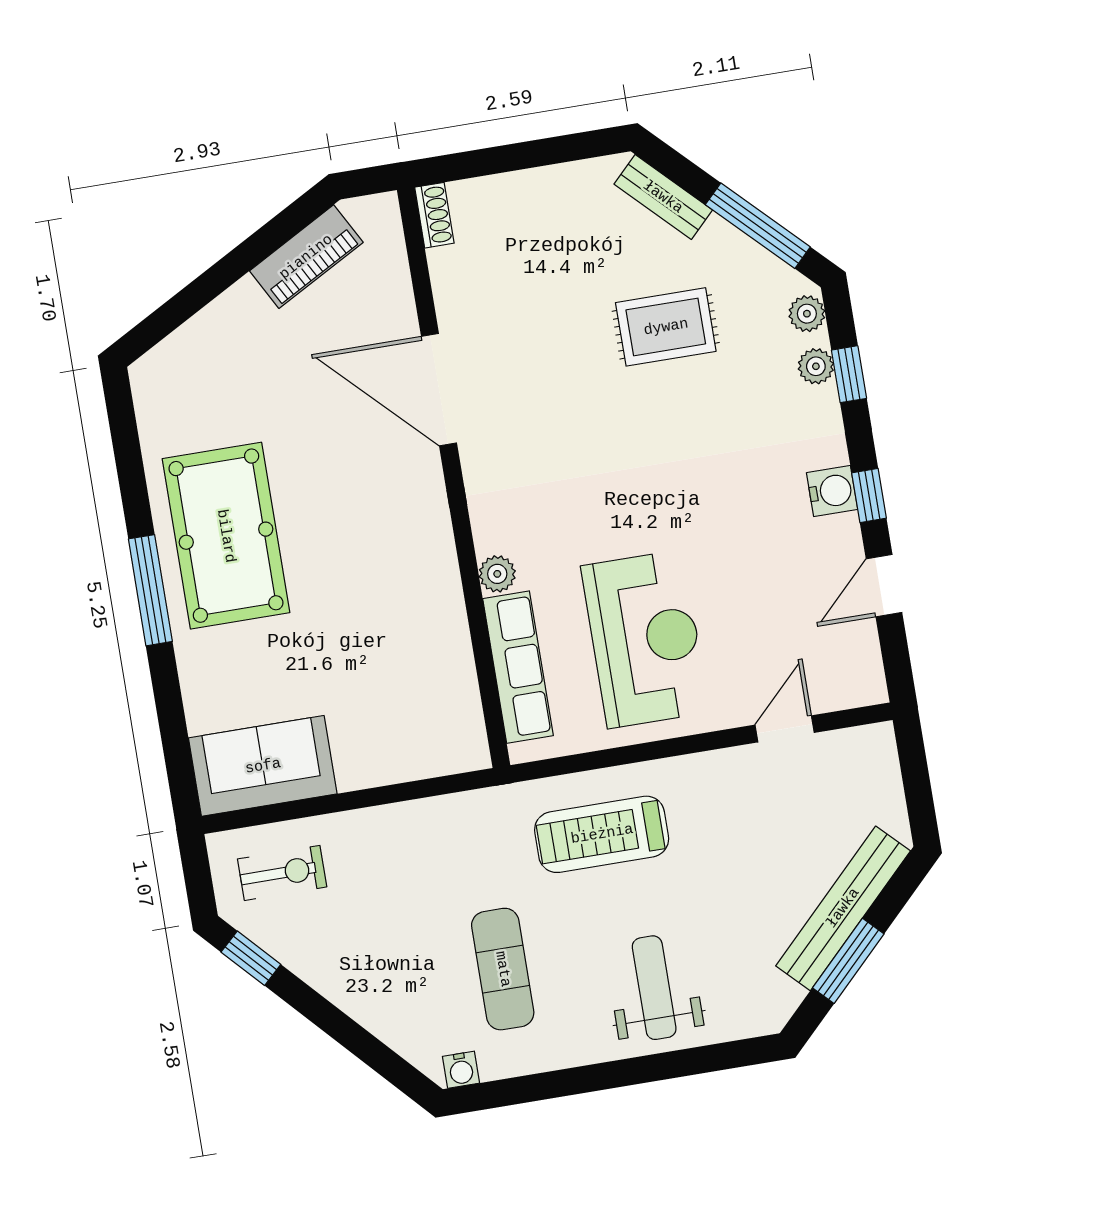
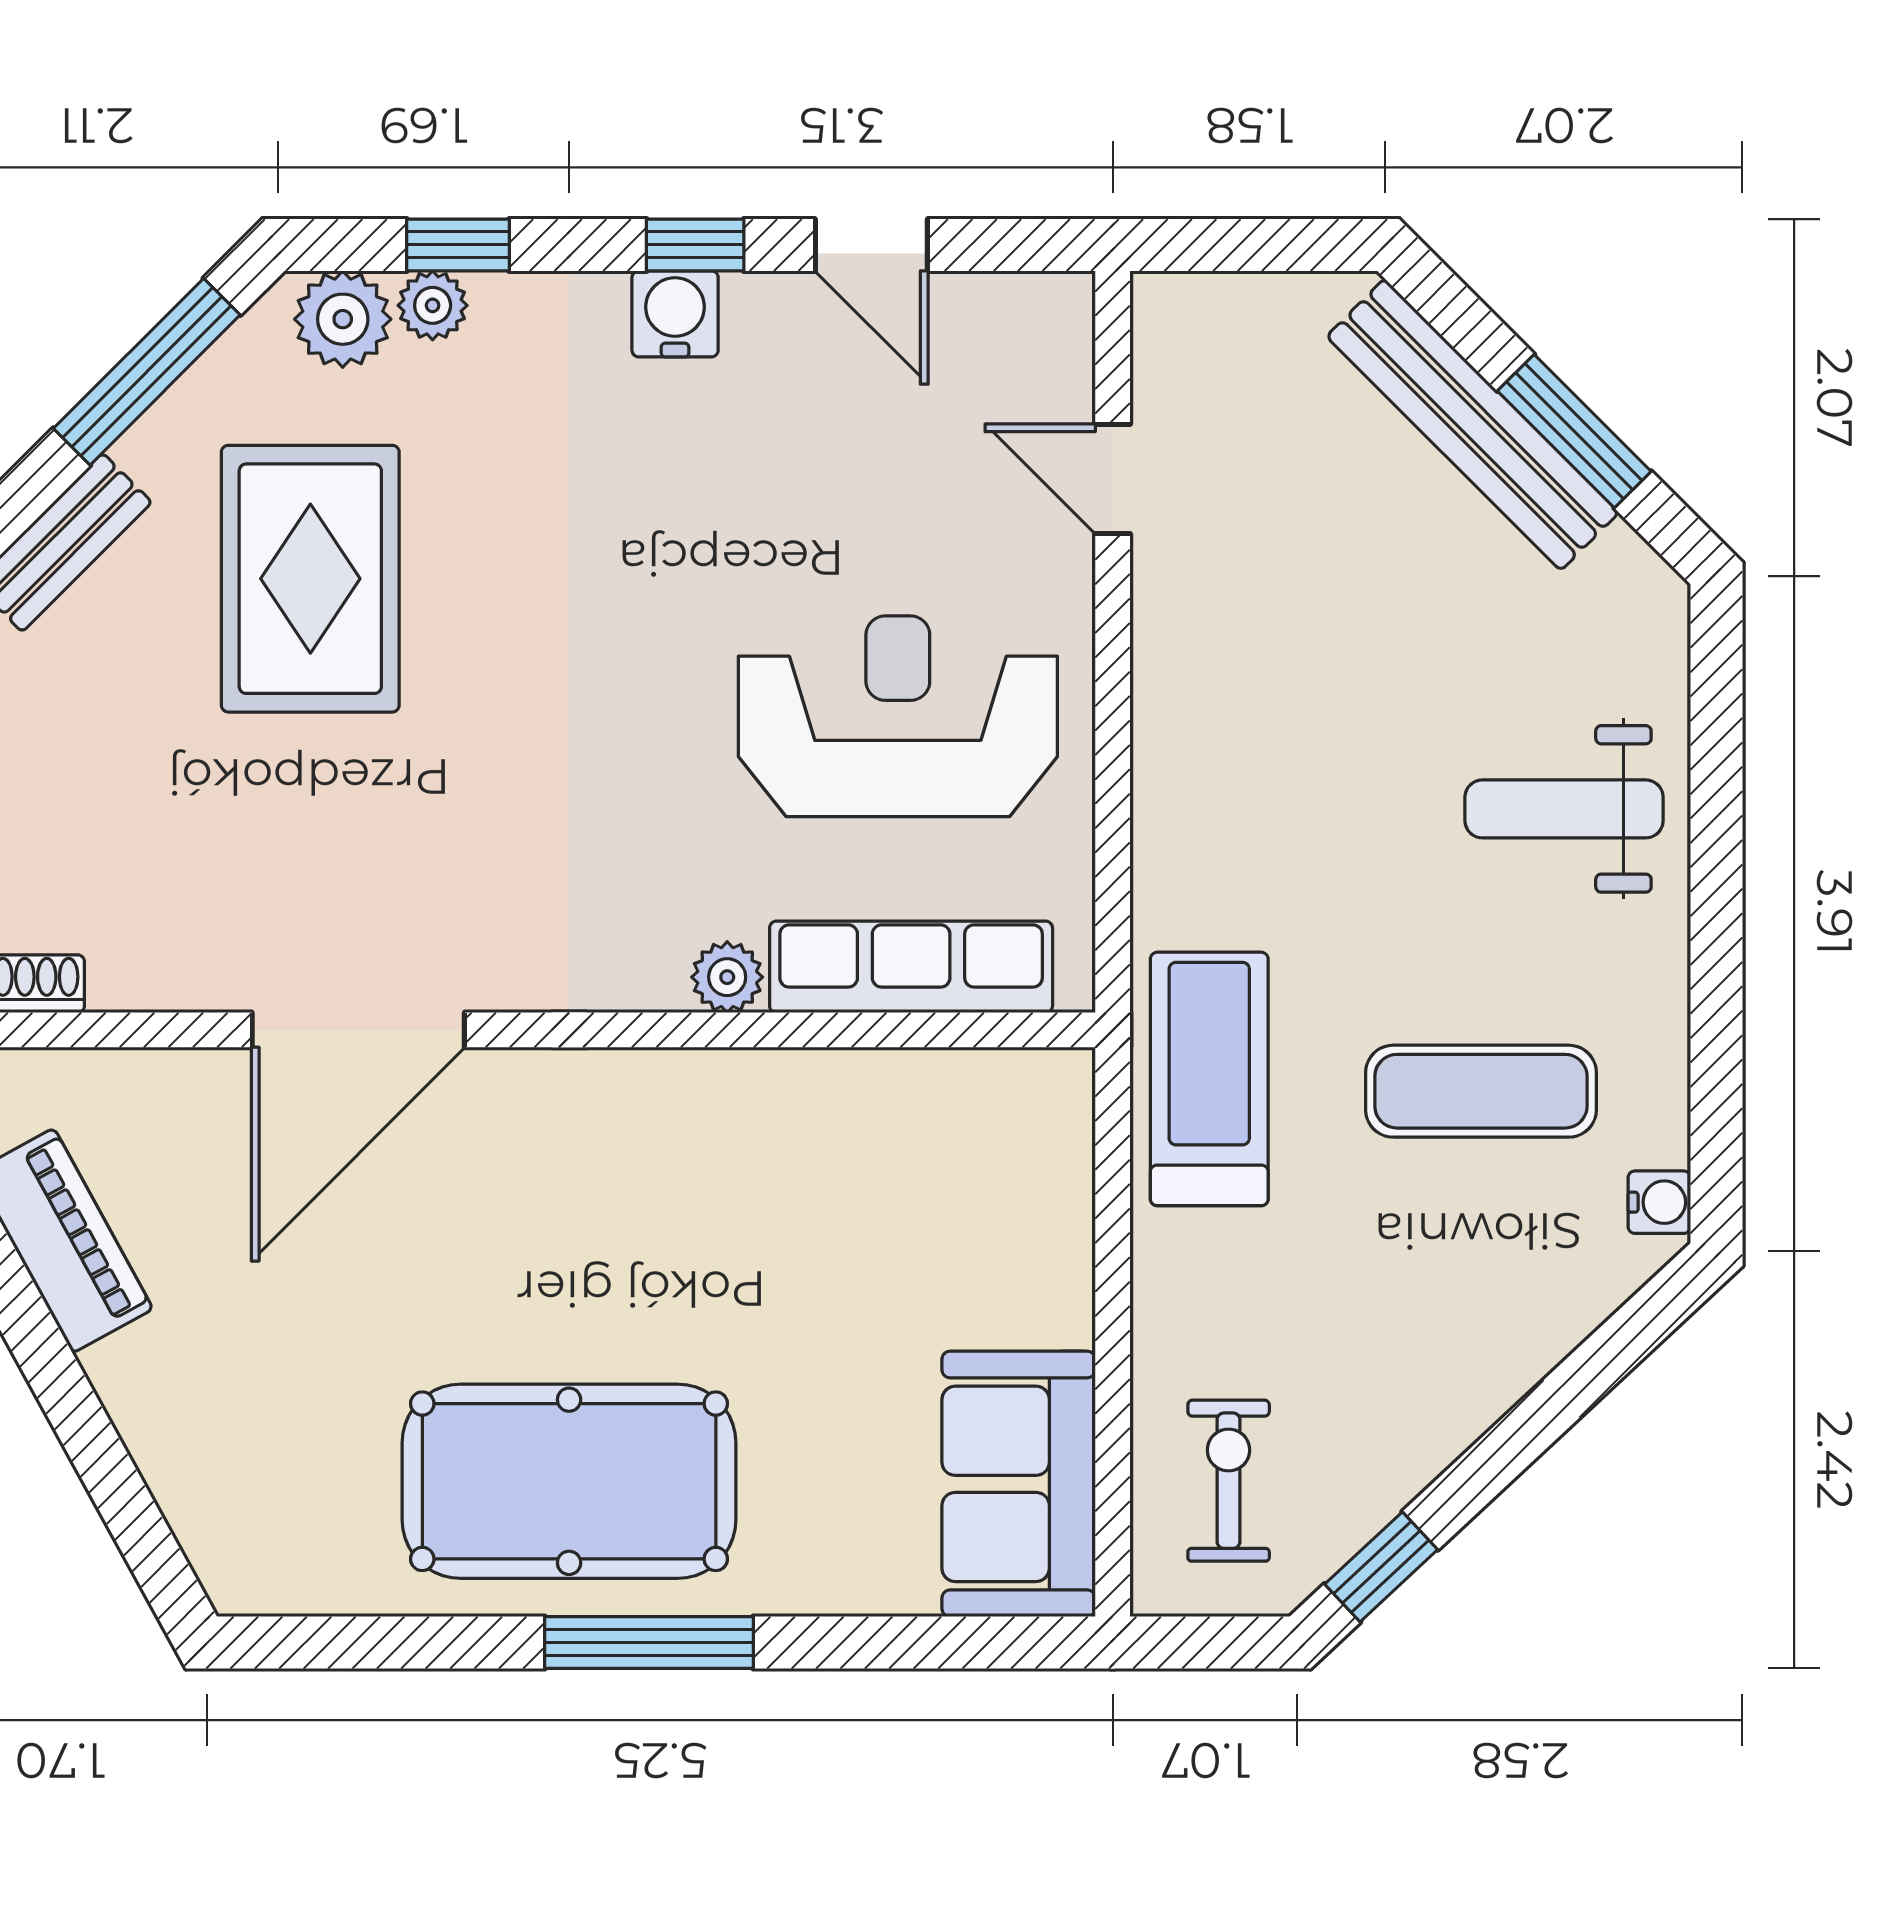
plant: (807, 314) -> (343, 319), width x1.38, depth x1.38
rug: (666, 327) -> (310, 579), width x1.36, depth x1.43
treadmill: (602, 834) -> (1209, 1079), moved, turned 180

